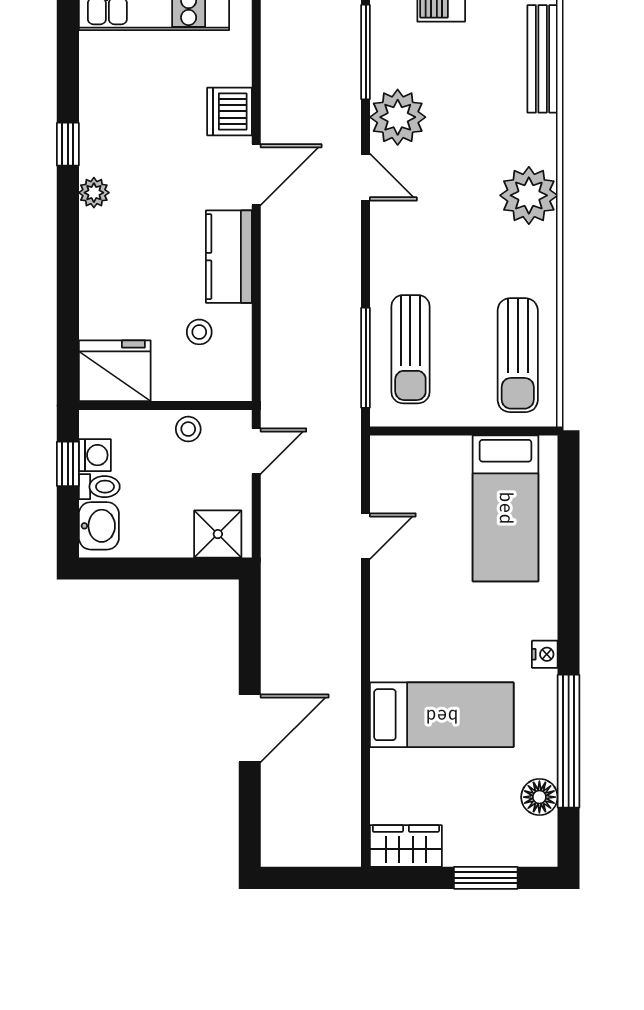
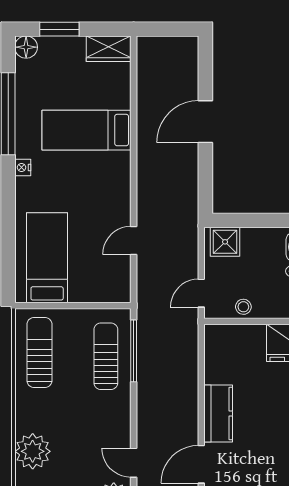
stool: (199, 332) -> (237, 367), removed
floor lamp: (539, 797) -> (26, 47), moved

